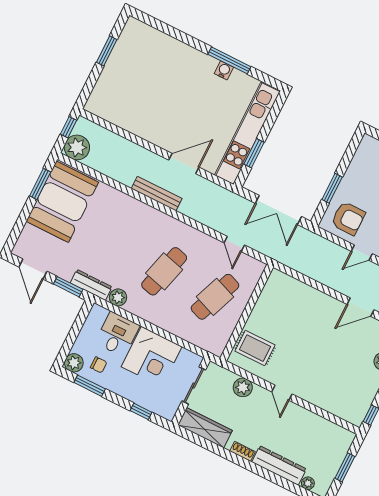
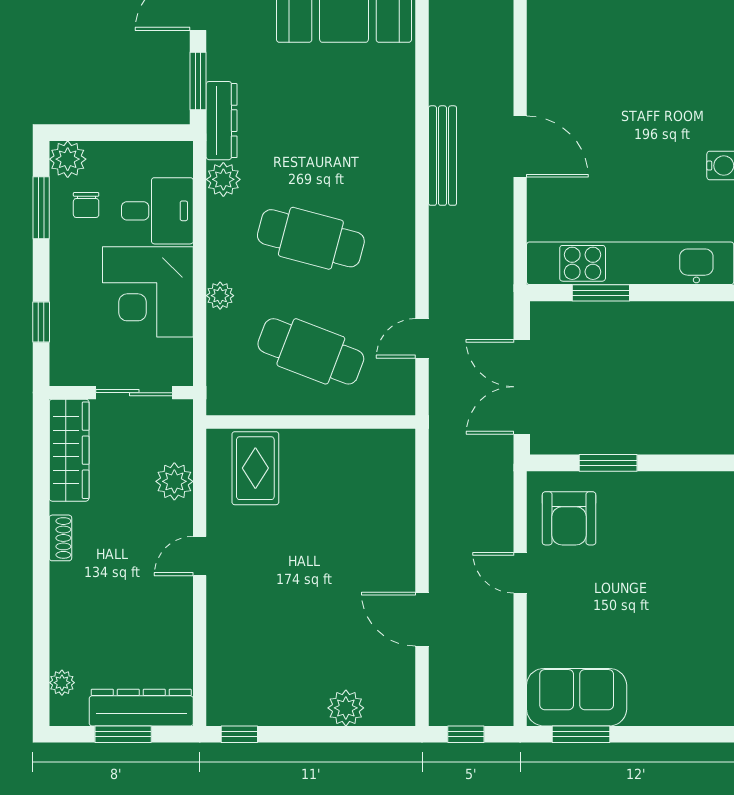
door: (184, 164) -> (520, 147), moved
plant: (169, 325) -> (220, 296), added
dresser: (279, 465) -> (141, 708), moved, turned -90

